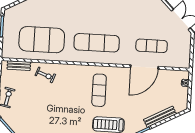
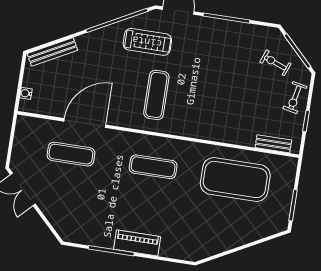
exercise mat: (97, 43) -> (153, 167), width x0.73, depth x0.69
exercise bike: (45, 75) -> (275, 63), moved
bench: (160, 117) -> (52, 52), moved

